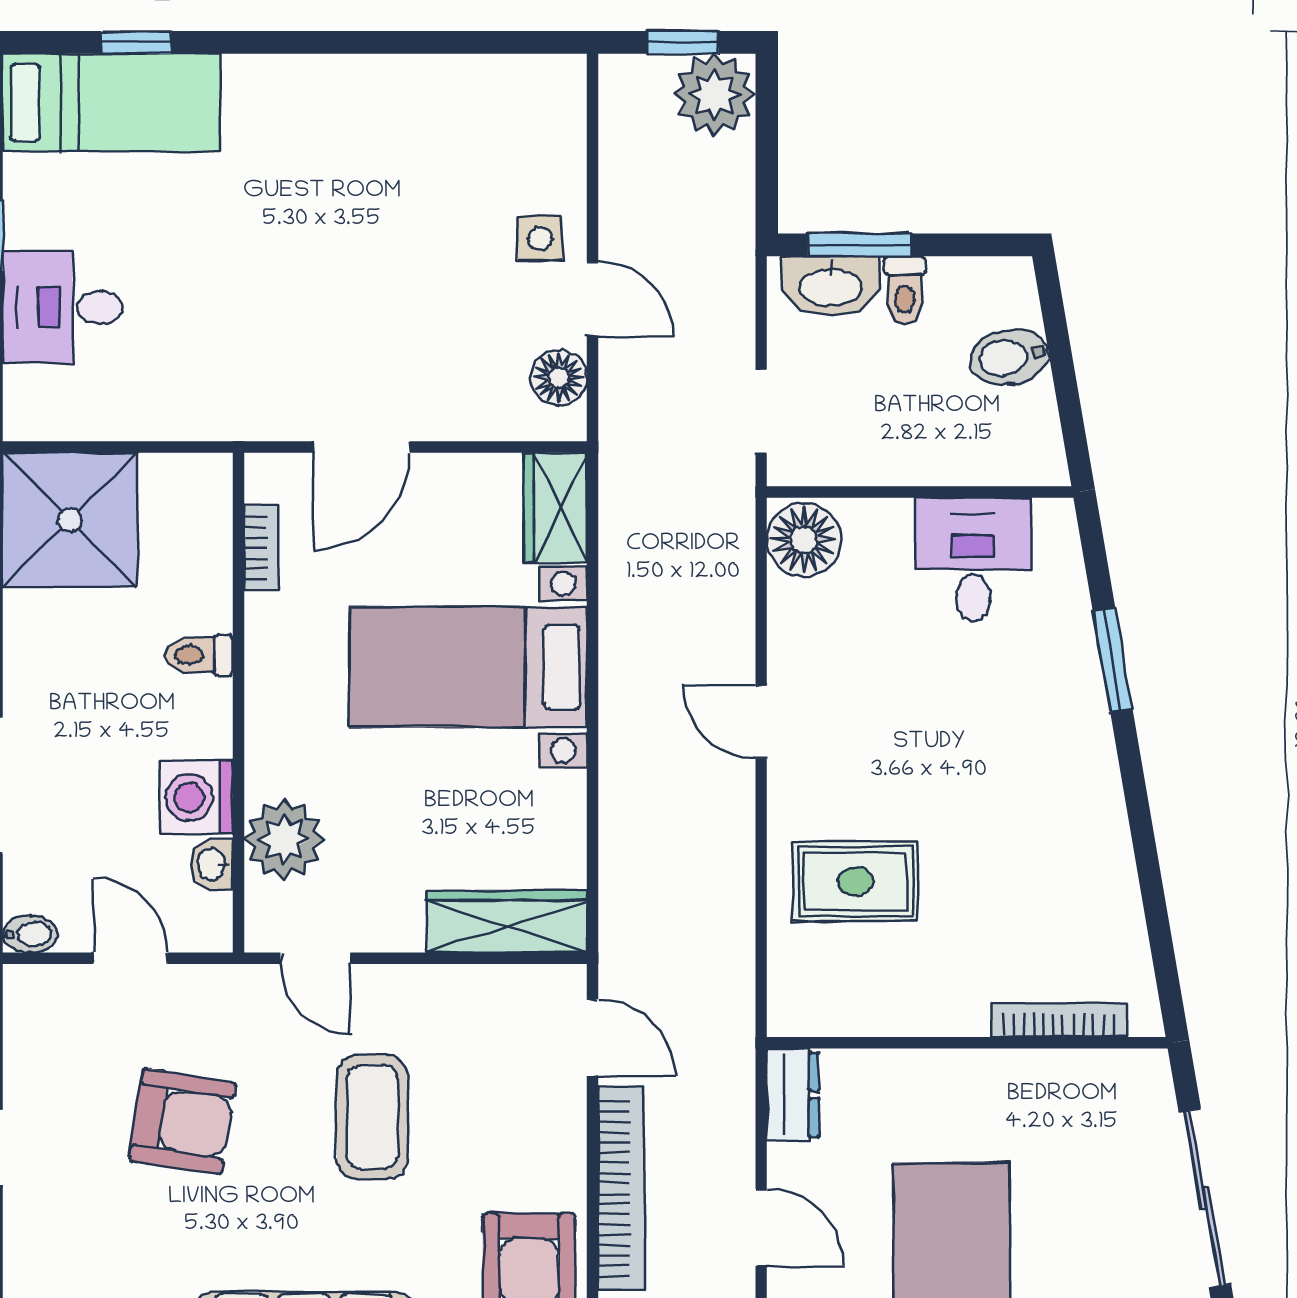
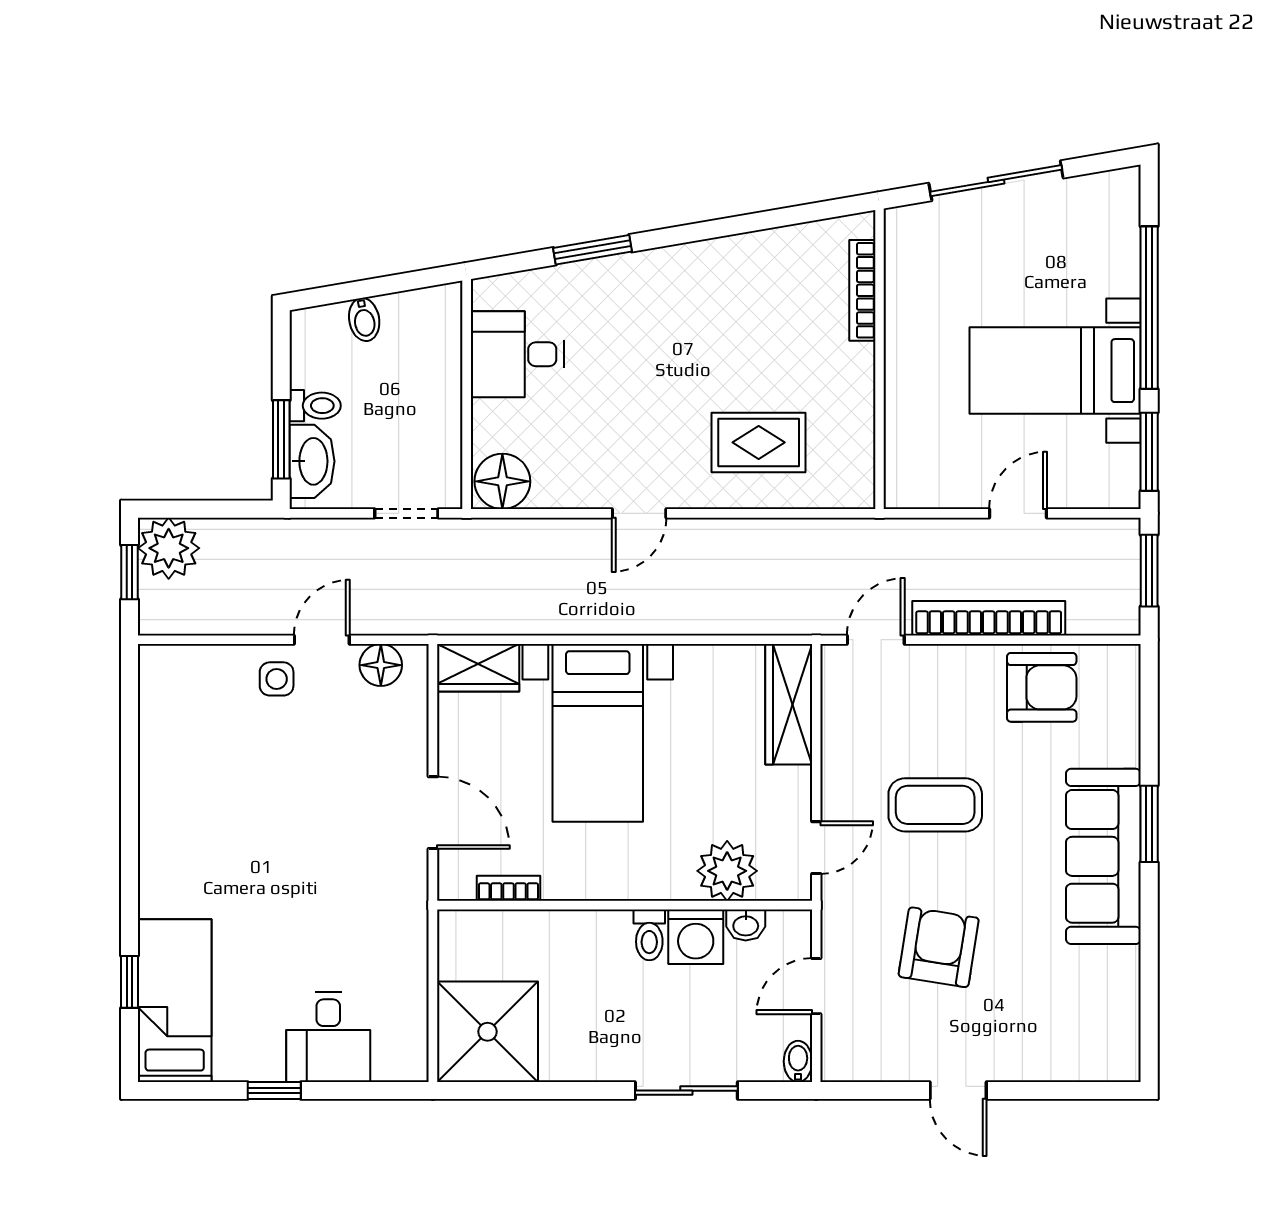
bidet: (1009, 357) -> (364, 320), width x0.72, depth x0.74
toilet: (199, 655) -> (649, 935), moved
rug: (856, 881) -> (759, 442), turned 90
dresser: (793, 1095) -> (918, 490), removed

